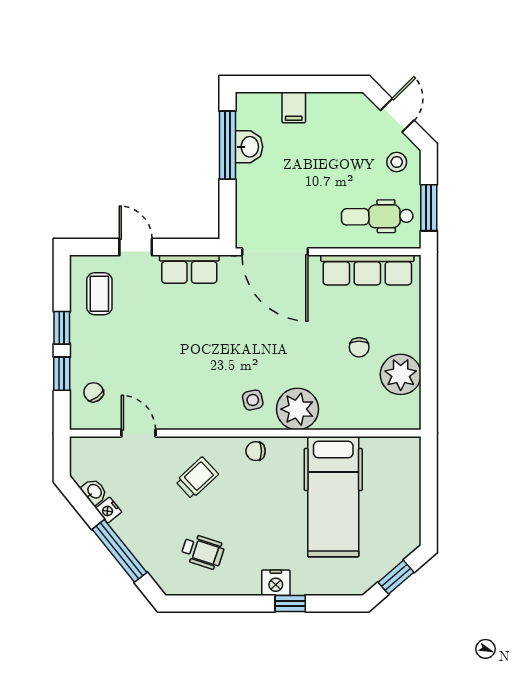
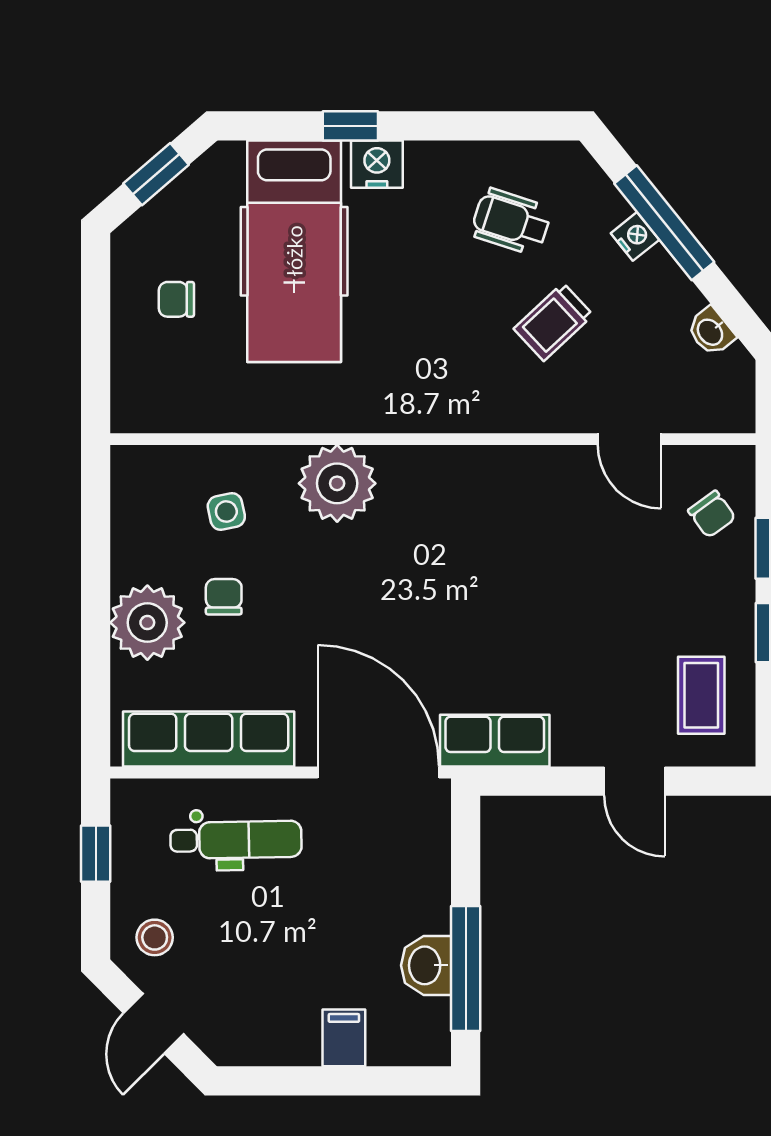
window: (429, 208) -> (96, 854), width x0.67
dental chair: (377, 216) -> (236, 840), moved
row of seats: (189, 269) -> (495, 741), moved
plant: (401, 374) -> (147, 623), moved
side table: (253, 400) -> (226, 512), moved
chair: (256, 451) -> (176, 299), moved, turned 180
trolley: (197, 478) -> (553, 322), moved
hospital bed: (333, 497) -> (294, 251), moved, turned 180
nightstand: (109, 510) -> (635, 236), moved

